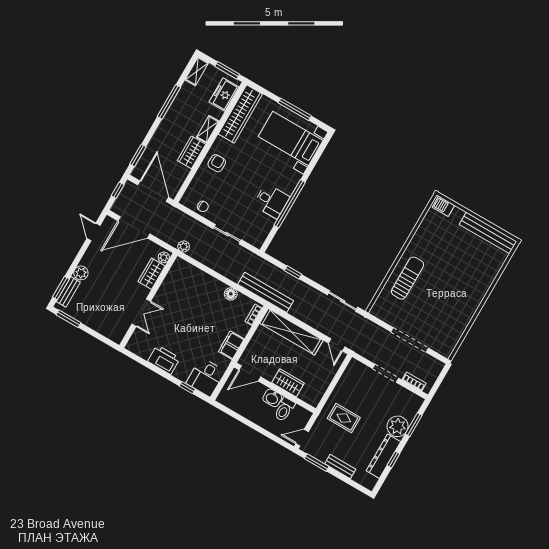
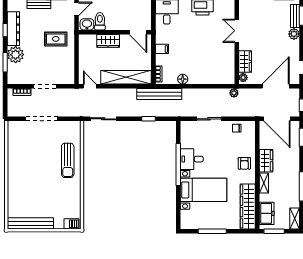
bed with nightstands: (291, 139) -> (203, 190), moved
filing cabinet: (231, 345) -> (162, 49), width x0.50
door: (250, 373) -> (138, 32), swing flipped
washbasin: (272, 398) -> (87, 24), moved

